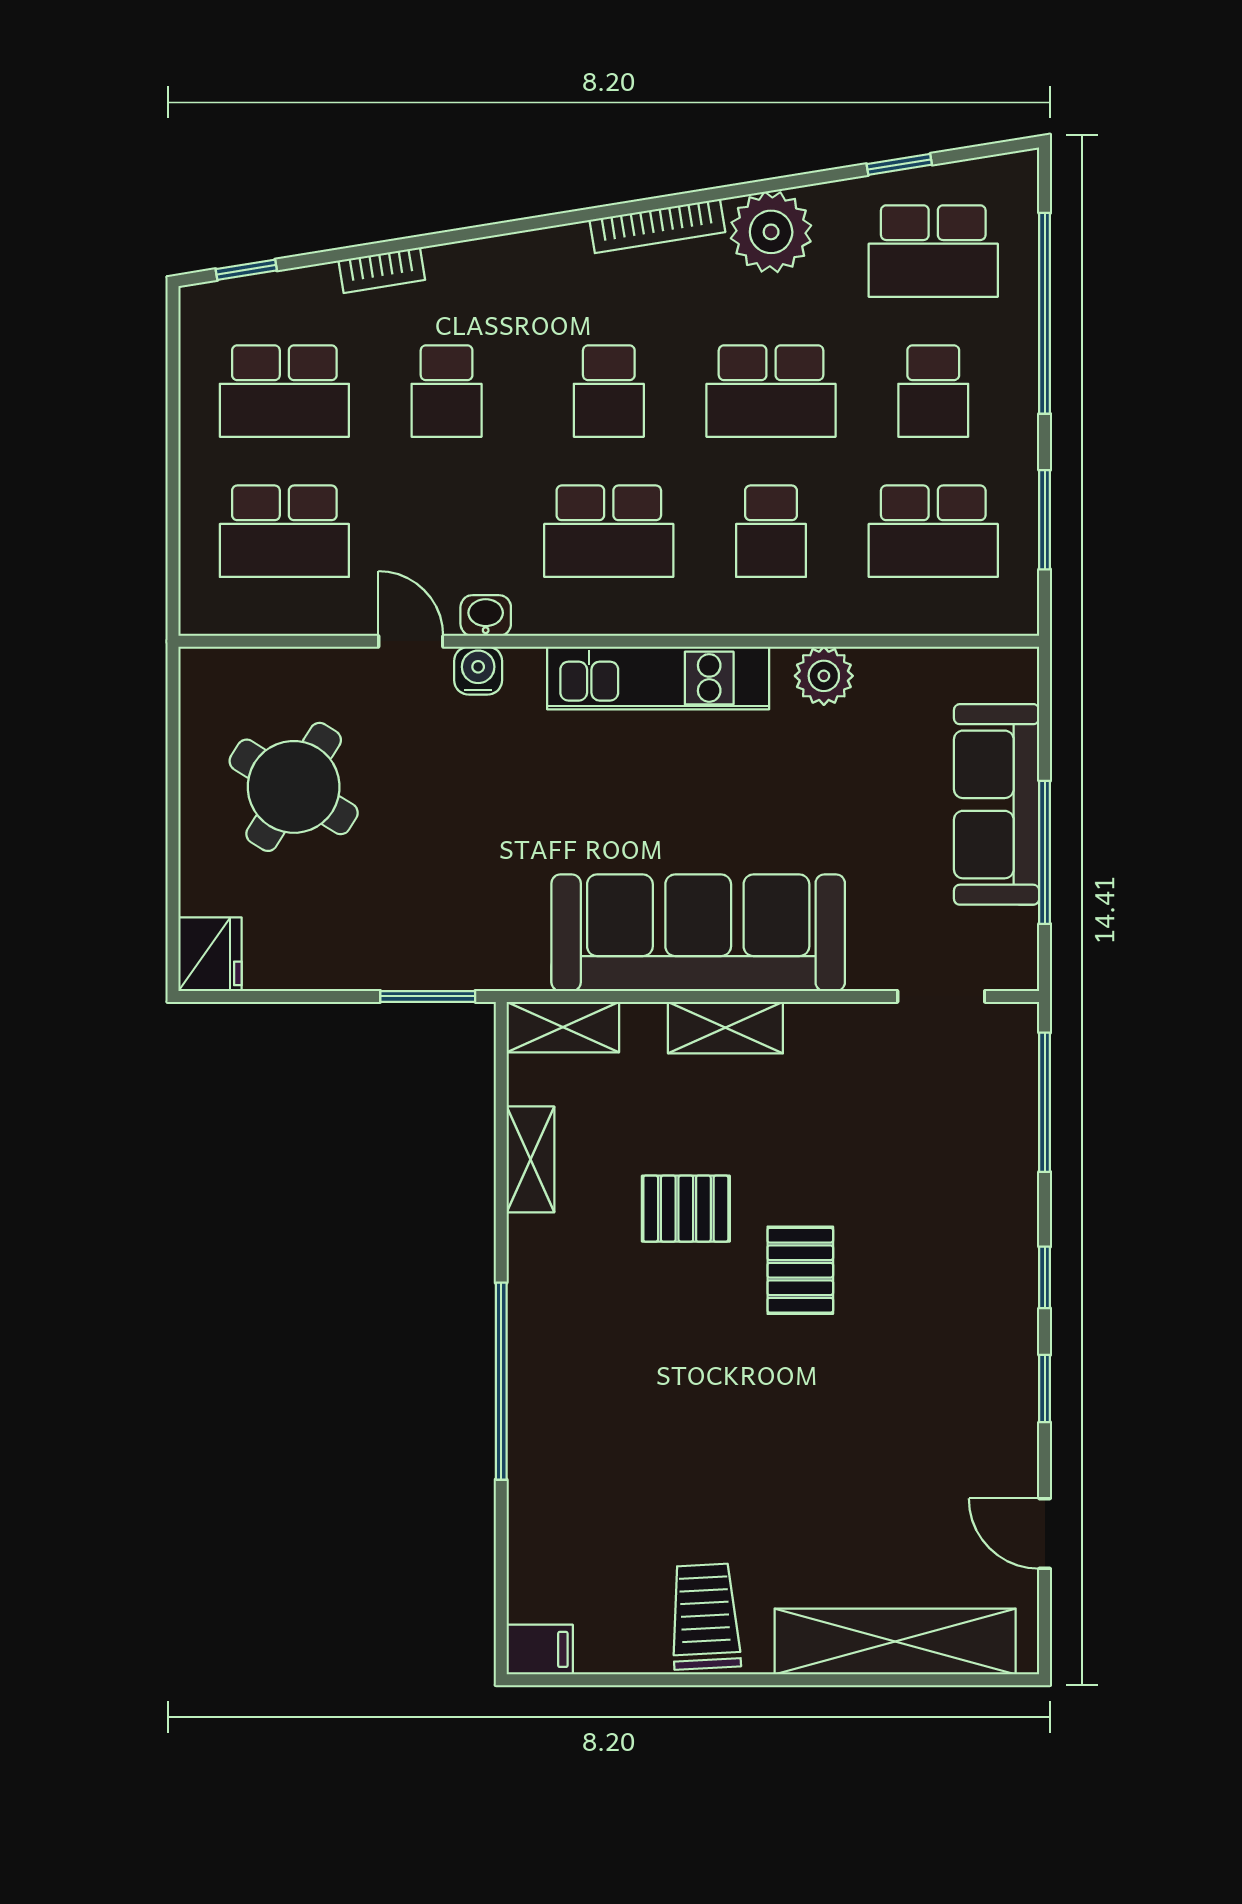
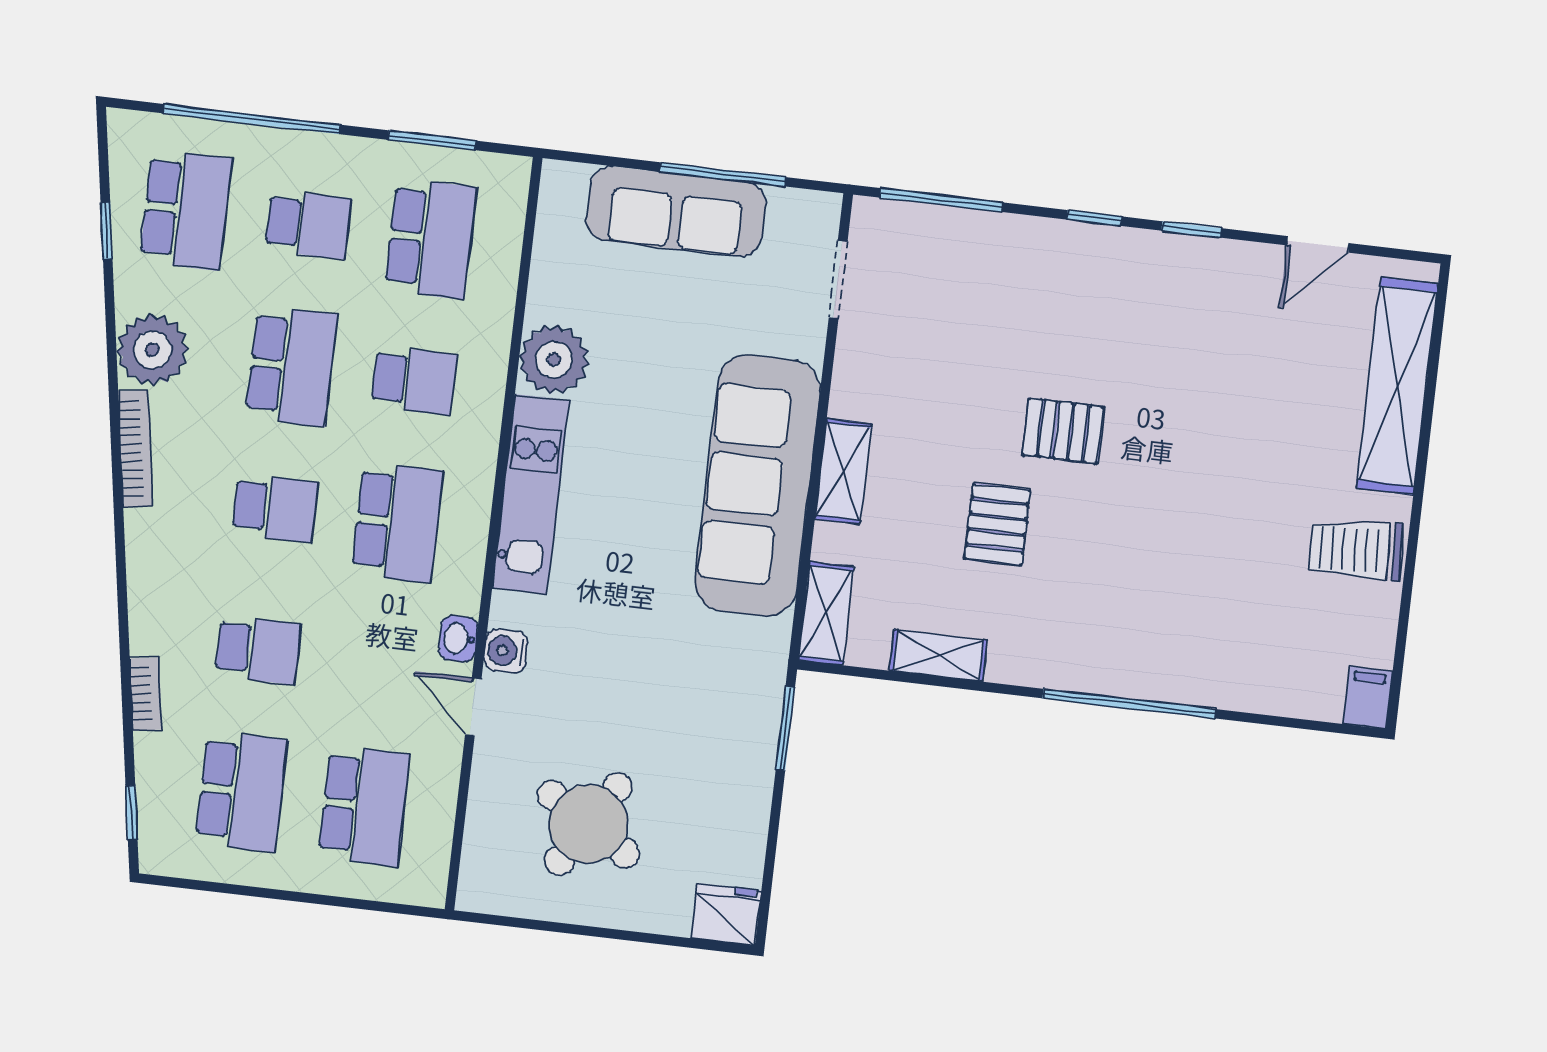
door: (411, 641) -> (473, 707), hinge flipped
plant: (824, 676) -> (554, 360), width x1.36, depth x1.36

